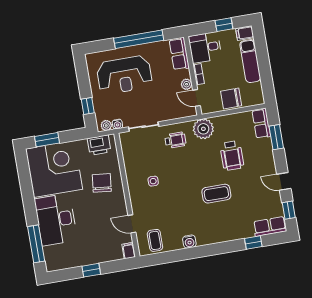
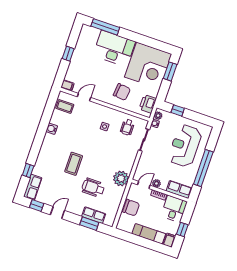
chair: (231, 98) -> (131, 208), turned 90
row of seats: (261, 123) -> (94, 215), moved
wheelchair: (175, 140) -> (127, 127), moved

